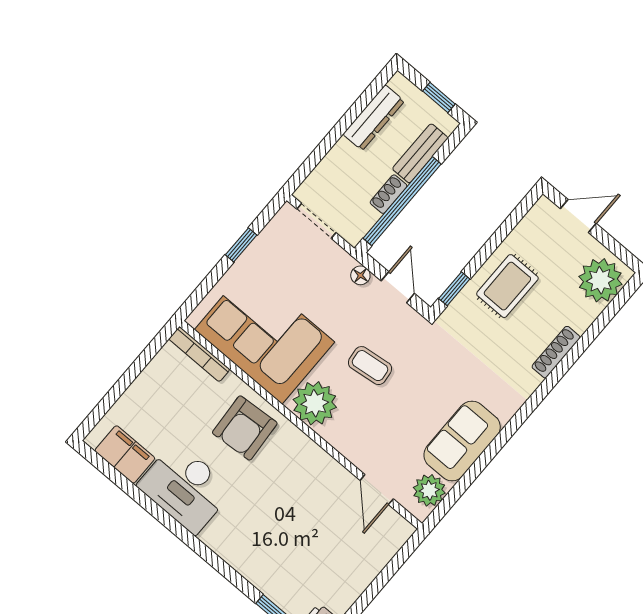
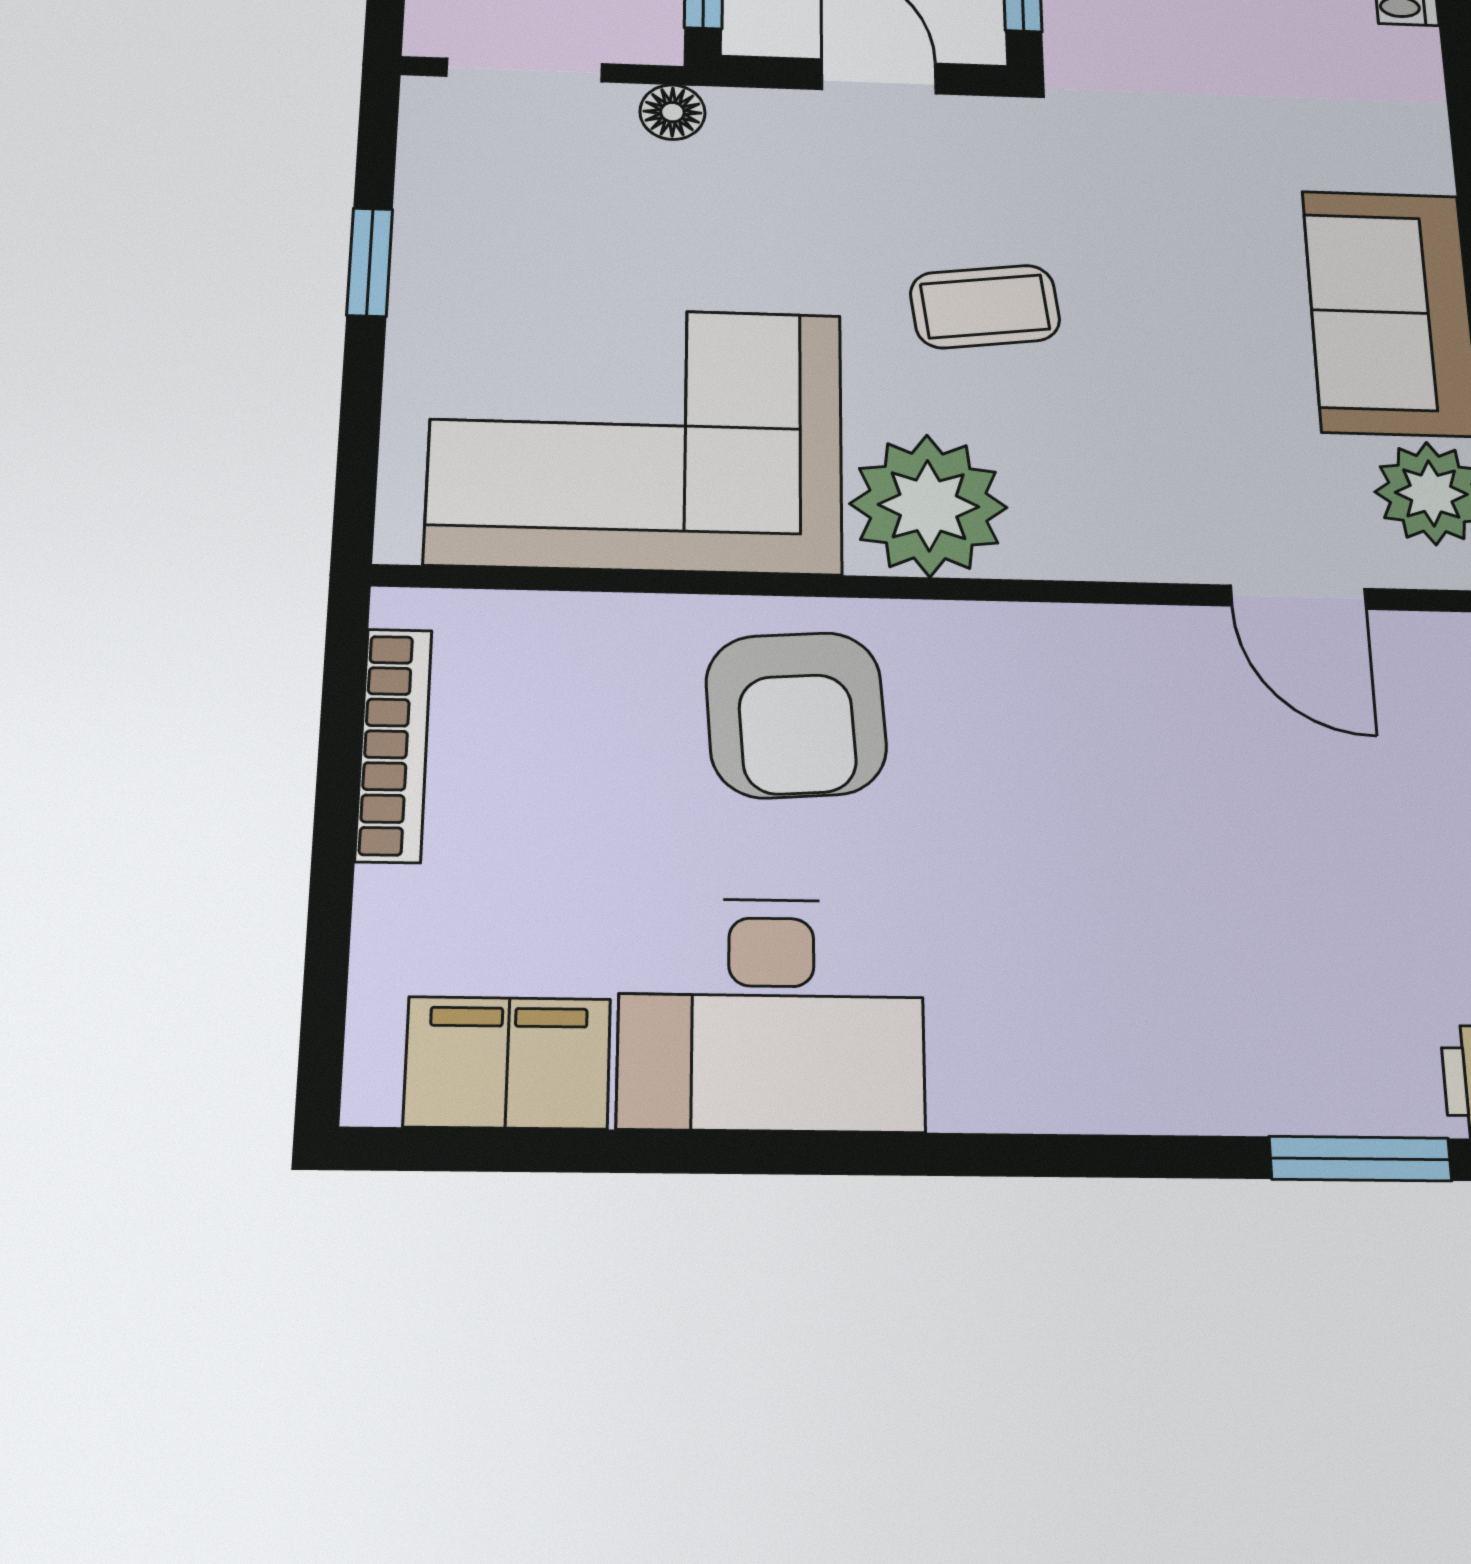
floor lamp: (360, 275) -> (672, 112), moved
bookcase: (199, 354) -> (394, 744), moved, turned -90

